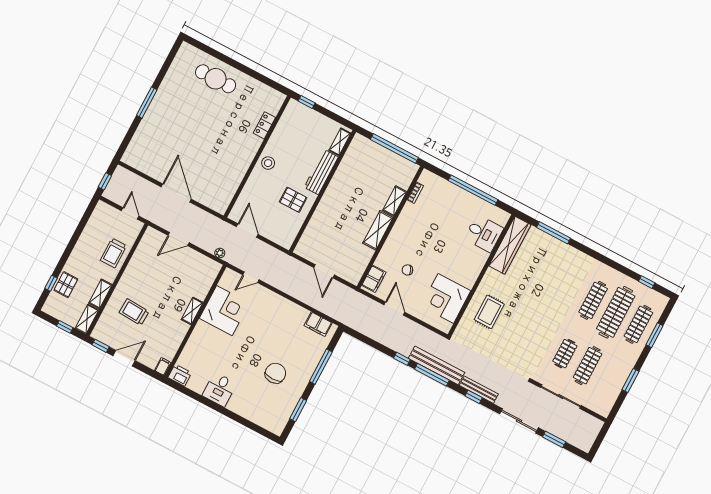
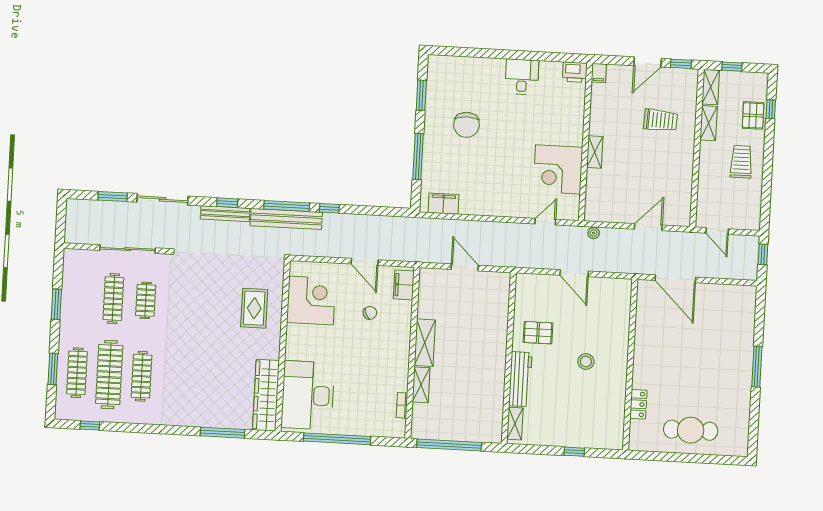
locker: (264, 125) -> (638, 404), moved
wall: (257, 157) -> (630, 365), moved
desk: (484, 233) -> (308, 395), width x1.87, depth x1.30
trolley: (113, 253) -> (741, 162), moved

